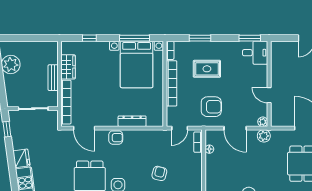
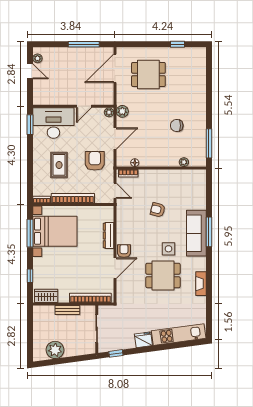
window: (200, 38) -> (30, 172), removed
desk: (255, 53) -> (53, 123), width x1.87, depth x1.30
wardrobe: (68, 67) -> (46, 296), moved
door: (84, 128) -> (115, 268), moved

